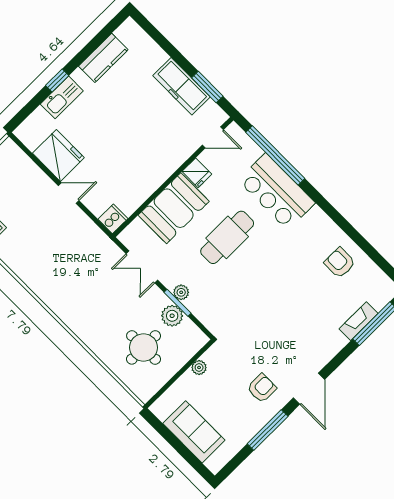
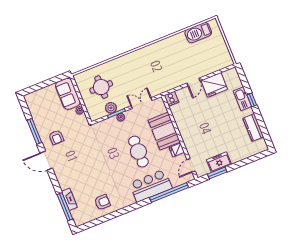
freezer: (182, 86) -> (219, 162), width x0.71
sofa: (194, 432) -> (68, 94), moved, turned 90

